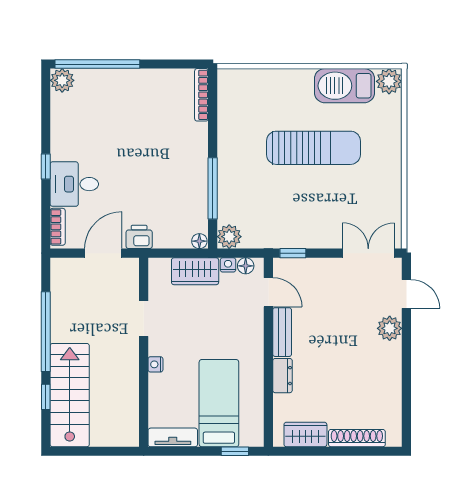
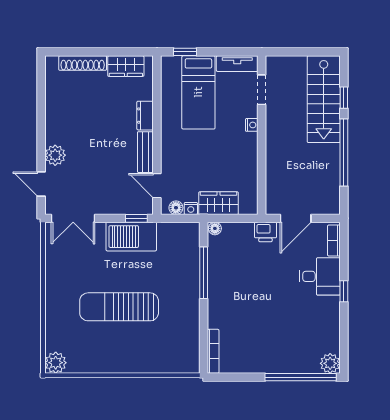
barbecue: (344, 86) -> (131, 237), moved, turned 180
plant: (229, 237) -> (190, 232), removed
doorway: (144, 319) -> (262, 90), moved

